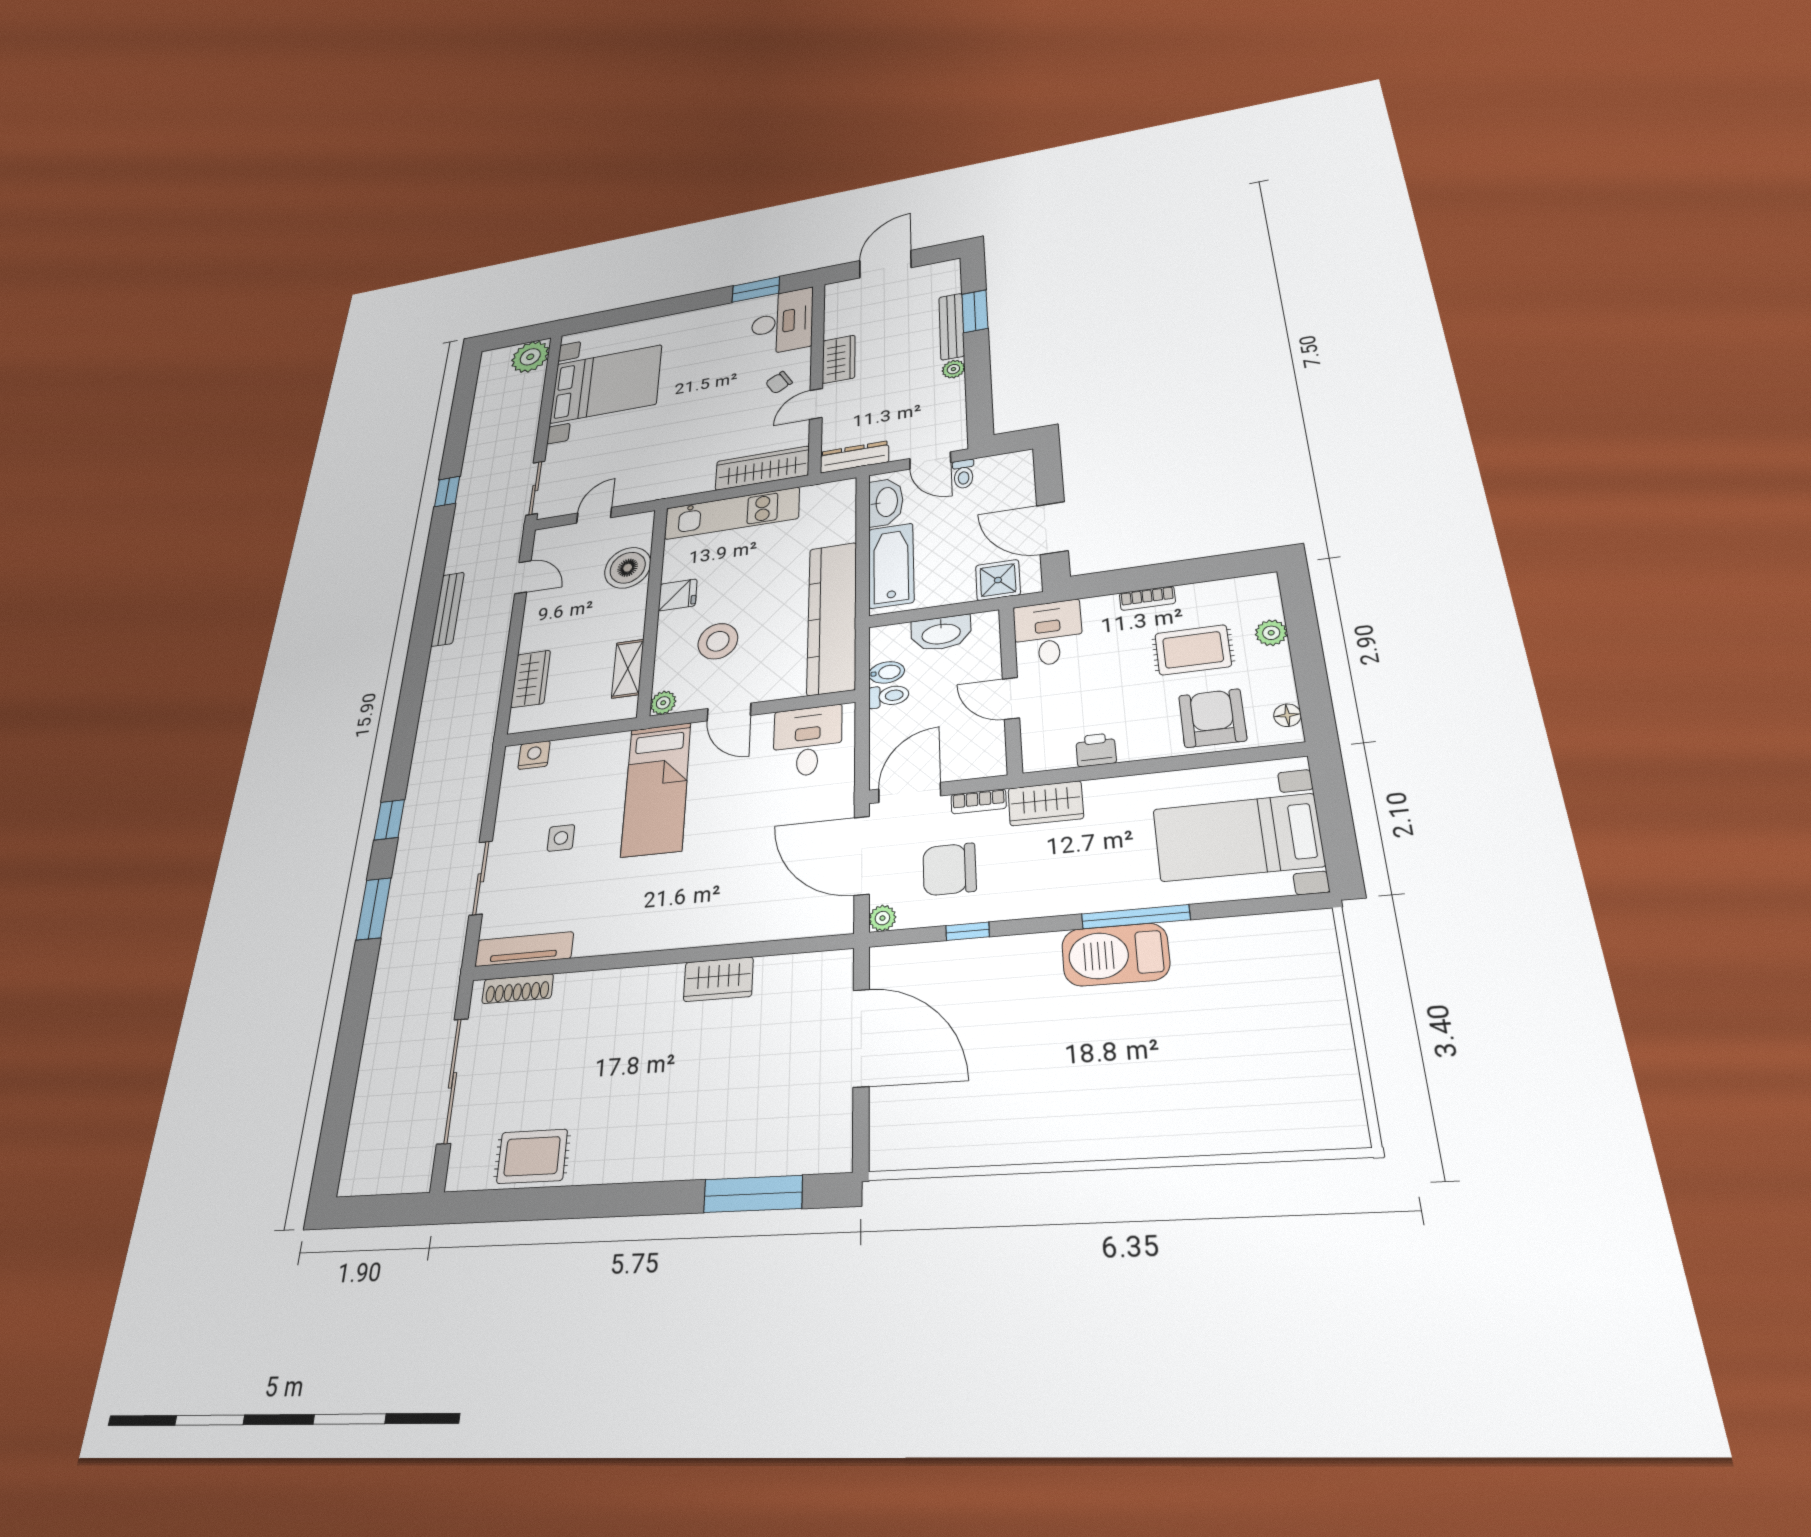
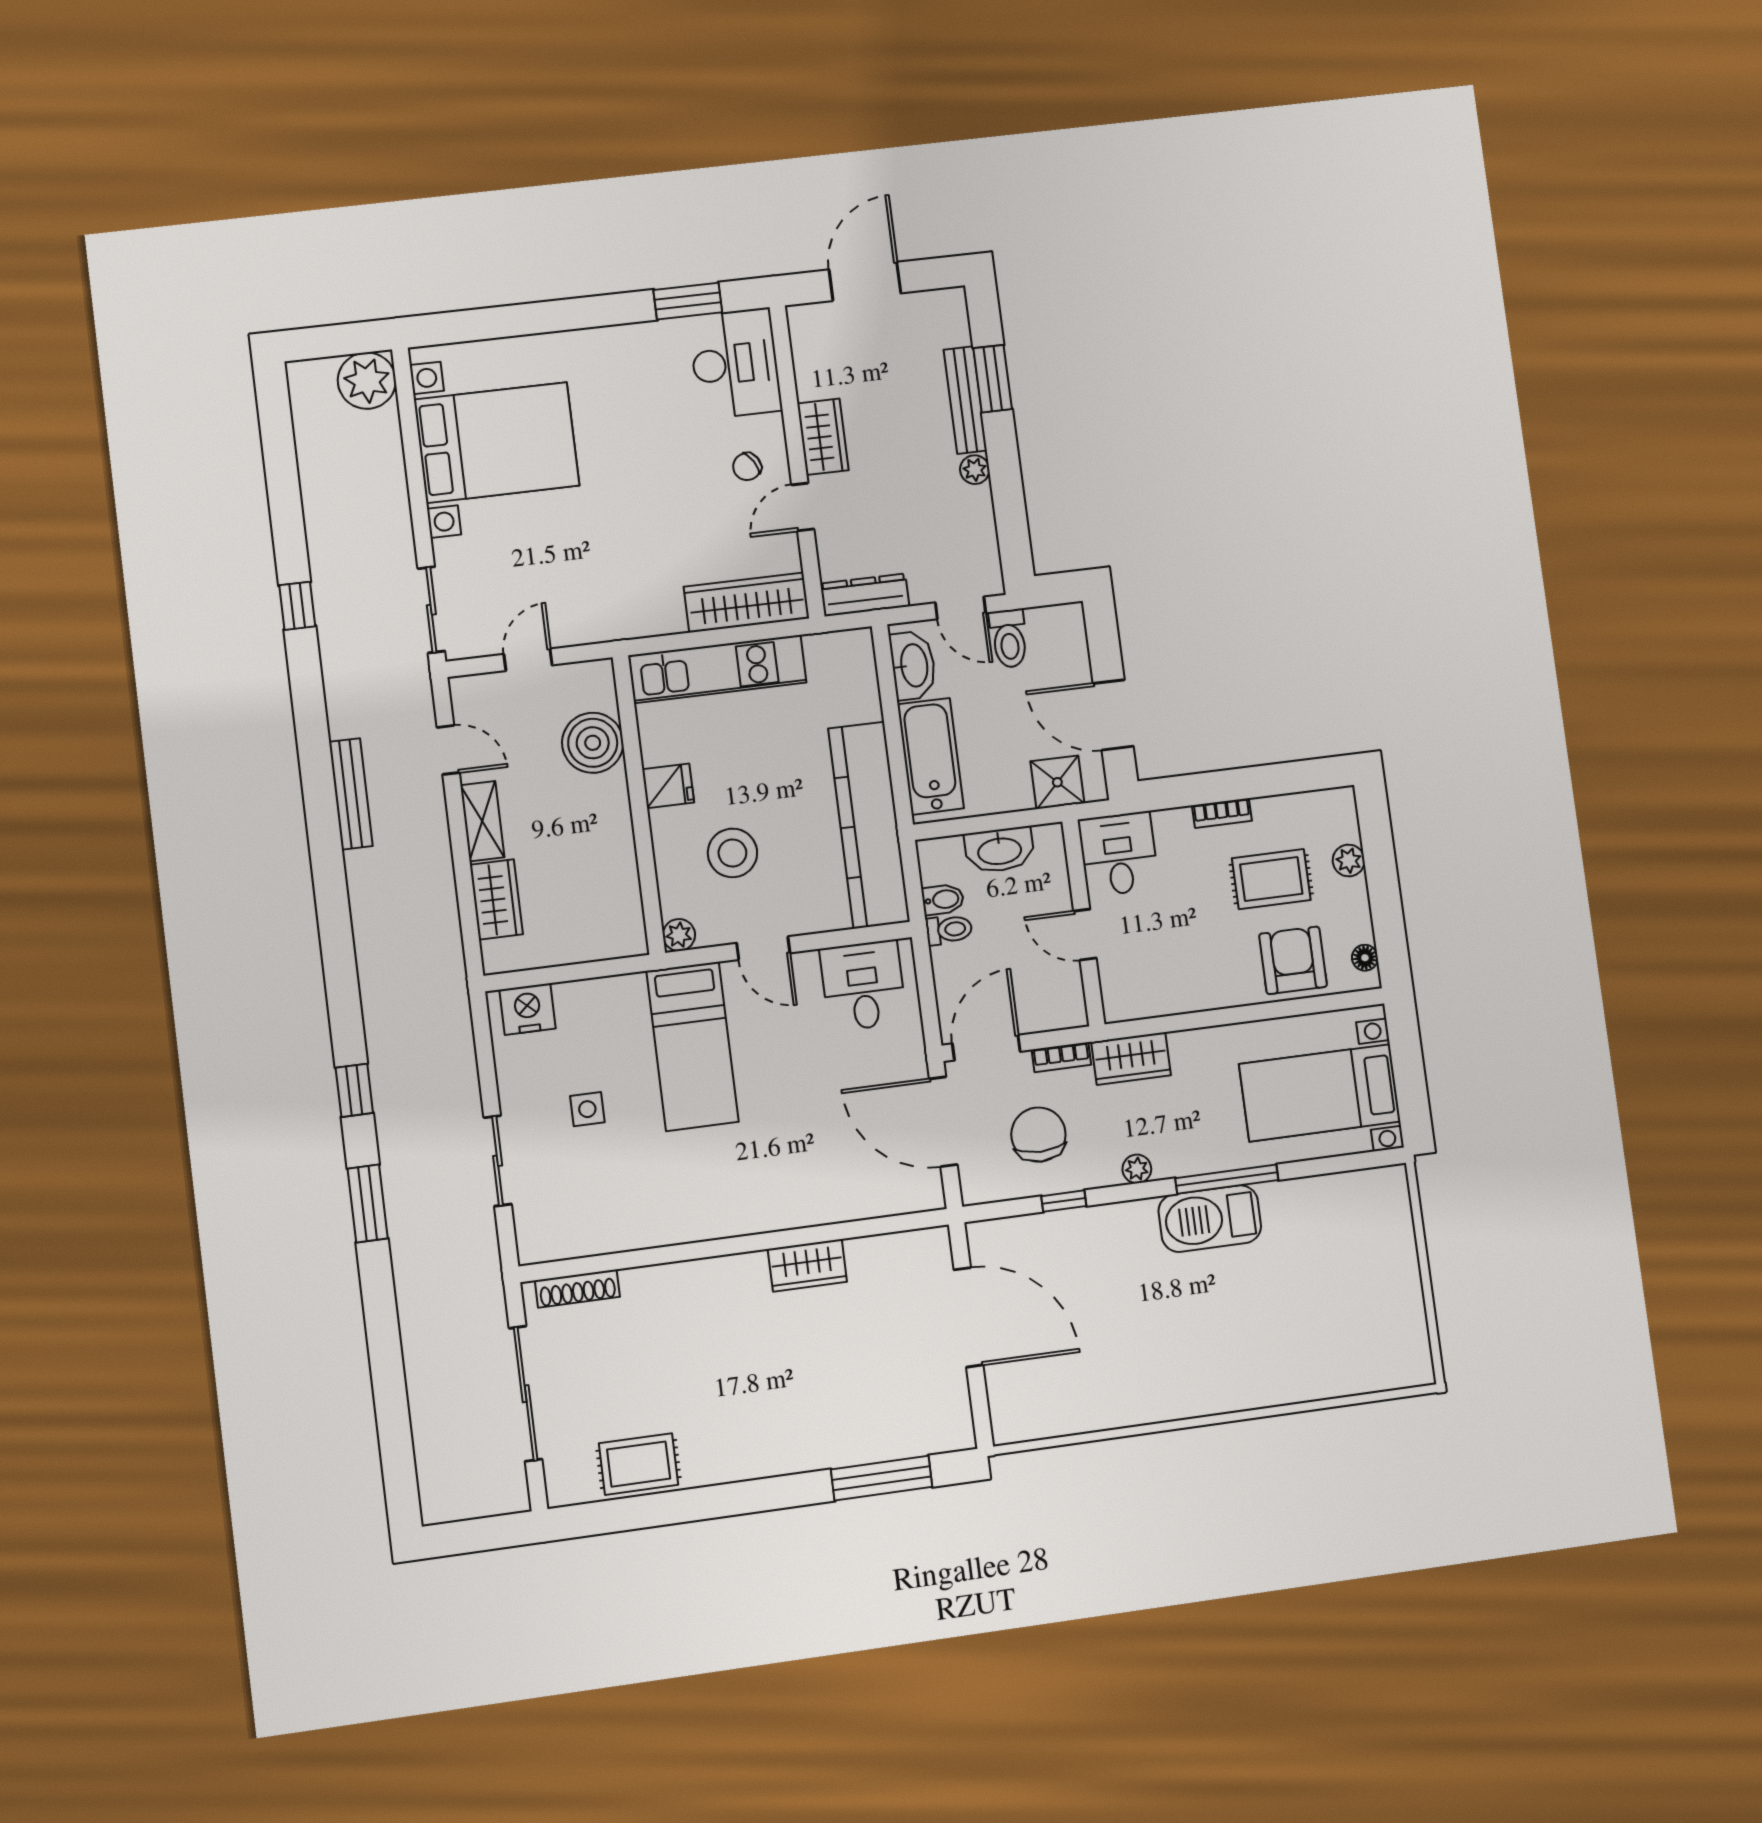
toilet: (963, 474) -> (1009, 638), width x1.37, depth x1.39
shelving: (628, 669) -> (482, 821), moved
printer: (1096, 750) -> (1178, 997), removed
nightstand: (534, 755) -> (528, 1009), width x1.36, depth x1.33
chair: (949, 869) -> (1038, 1135), turned 90
plant: (882, 918) -> (1137, 1169), moved
tv unit: (524, 949) -> (574, 1243), removed

